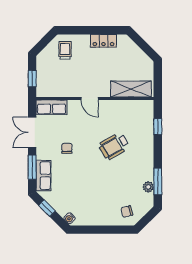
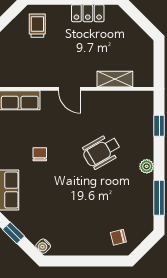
shelving: (131, 89) -> (115, 79), width x0.67, depth x0.75
plant: (148, 187) -> (147, 166), moved

